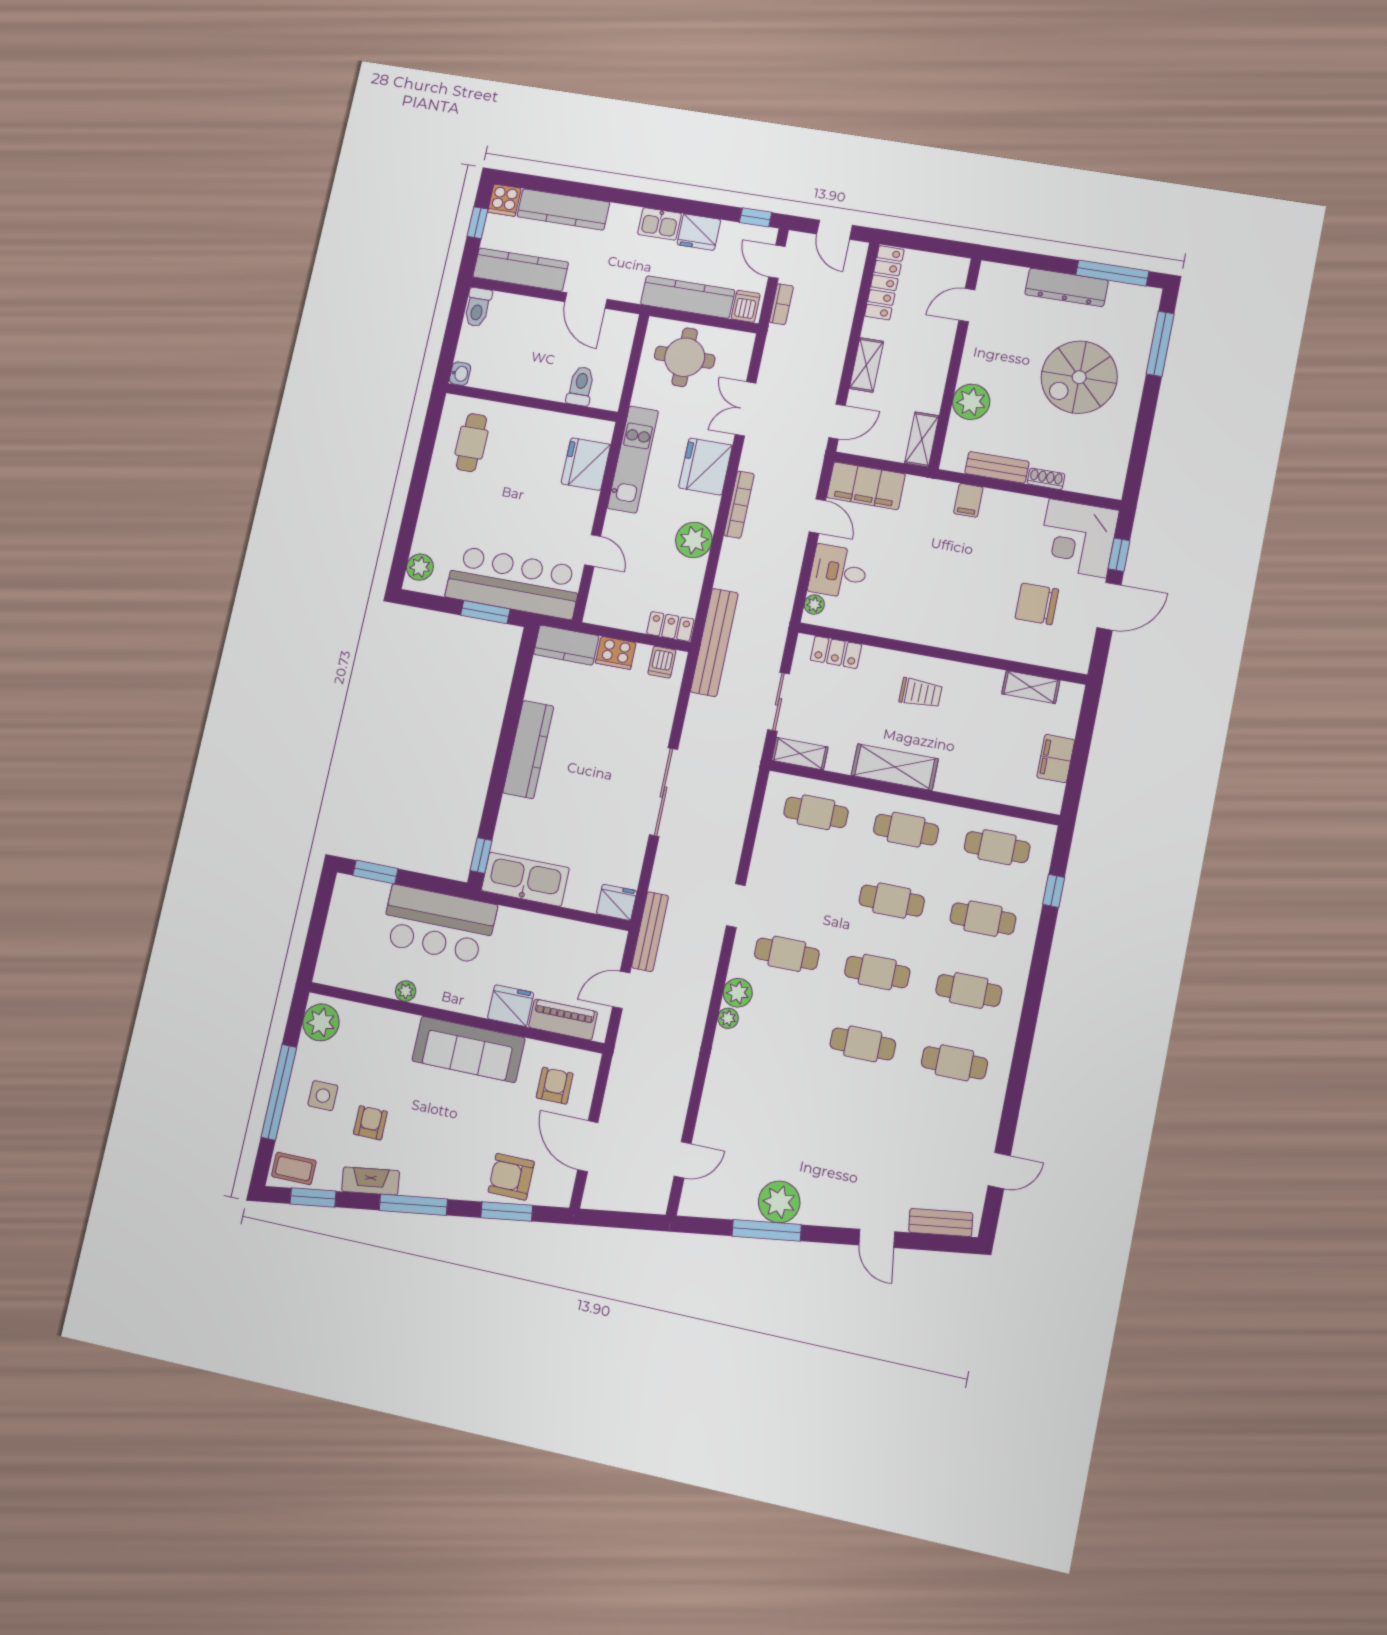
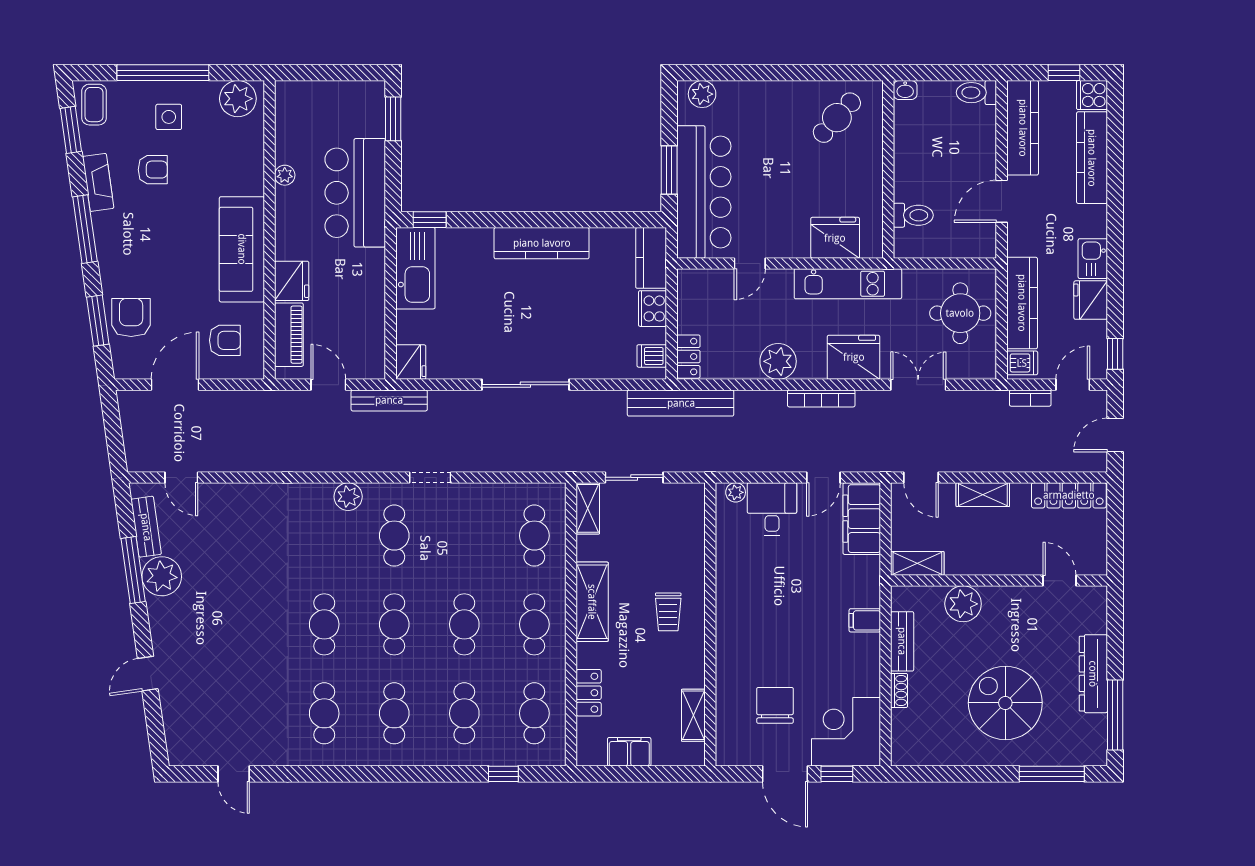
cafe table: (471, 443) -> (837, 118), turned -48
locker: (836, 652) -> (589, 693), moved, turned 180
plant: (728, 1018) -> (322, 492), removed
bench: (941, 1223) -> (146, 527), moved

